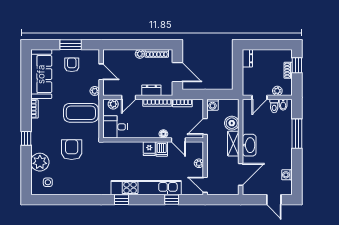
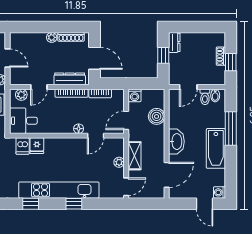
window: (297, 65) -> (231, 62), moved
window: (238, 70) -> (163, 55), added
dresser: (151, 90) -> (70, 79), width x1.44
plant: (277, 91) -> (209, 80), removed
door: (178, 140) -> (96, 136), hinge flipped
shelving: (233, 144) -> (135, 156), moved
fridge: (149, 149) -> (37, 146), moved
dishwasher: (162, 149) -> (23, 146), moved
bathtub: (284, 151) -> (216, 148), added
washing machine: (287, 175) -> (219, 192), moved
door: (205, 185) -> (126, 187), swing flipped
window: (172, 200) -> (74, 204), moved

